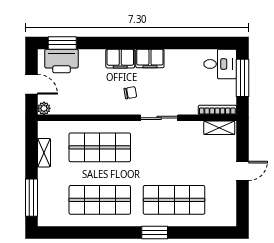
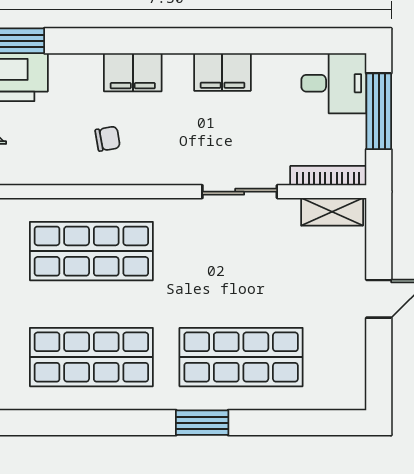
filing cabinet: (150, 58) -> (222, 72), moved
chair: (130, 93) -> (108, 139), moved
sliding door: (159, 118) -> (240, 192), moved

